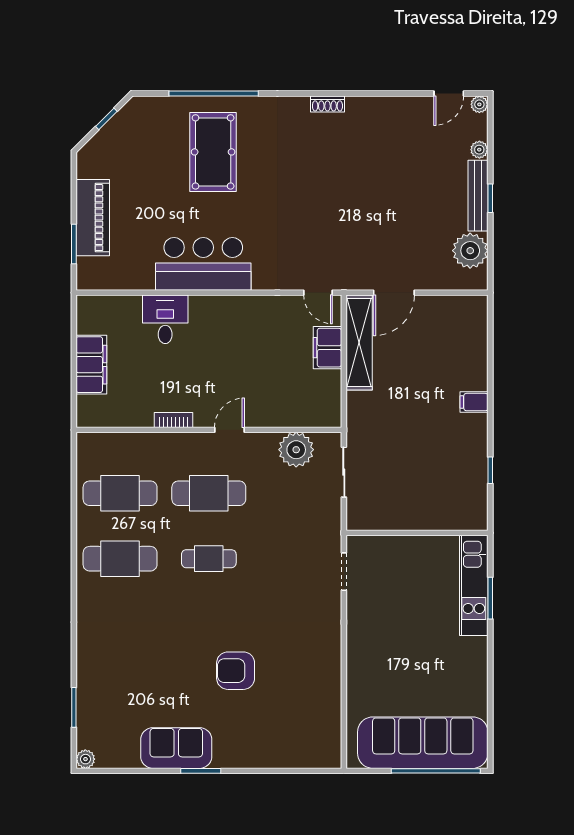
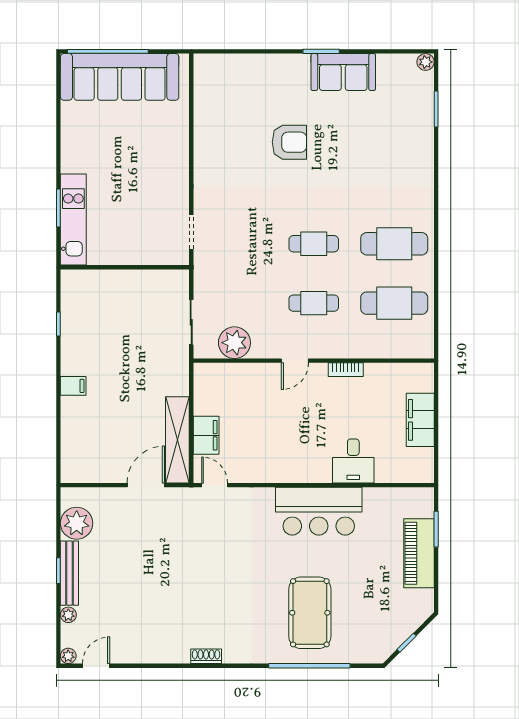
cafe table: (209, 493) -> (314, 303), width x0.73, depth x0.74

